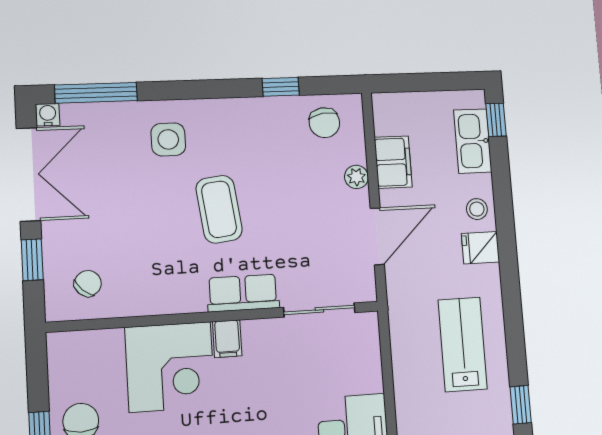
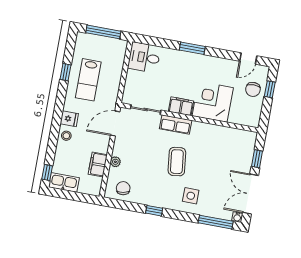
window: (281, 87) -> (154, 211), moved
kitchen sink: (473, 141) -> (64, 182), moved, turned -90
door: (377, 236) -> (115, 124), moved
chair: (88, 283) -> (237, 144), removed
filing cabinet: (227, 339) -> (181, 106), width x2.00
window: (521, 405) -> (66, 72), moved

